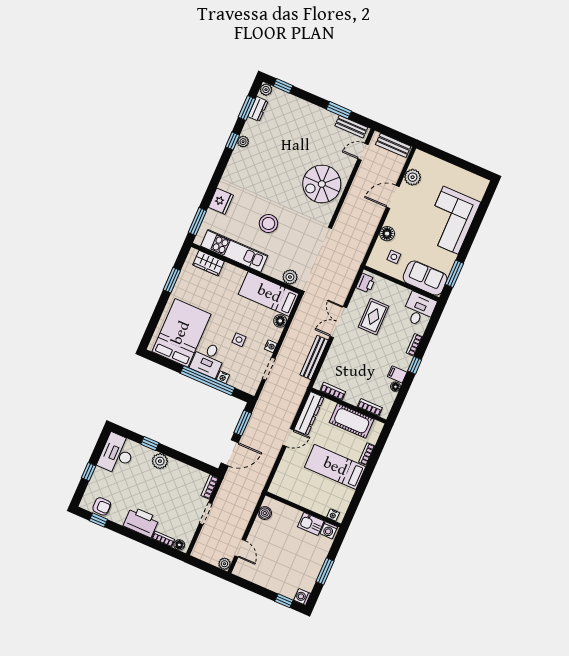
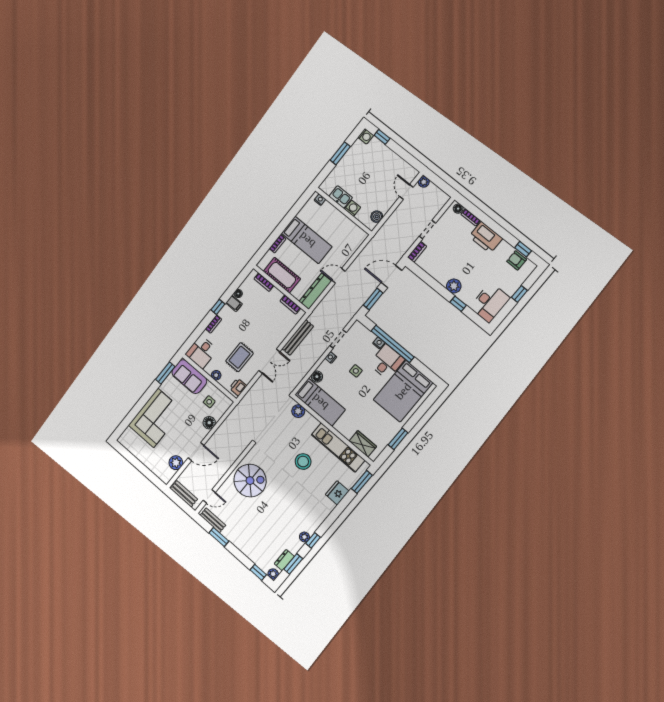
plant: (395, 289) -> (216, 375), added
washing machine: (329, 530) -> (353, 208), moved

